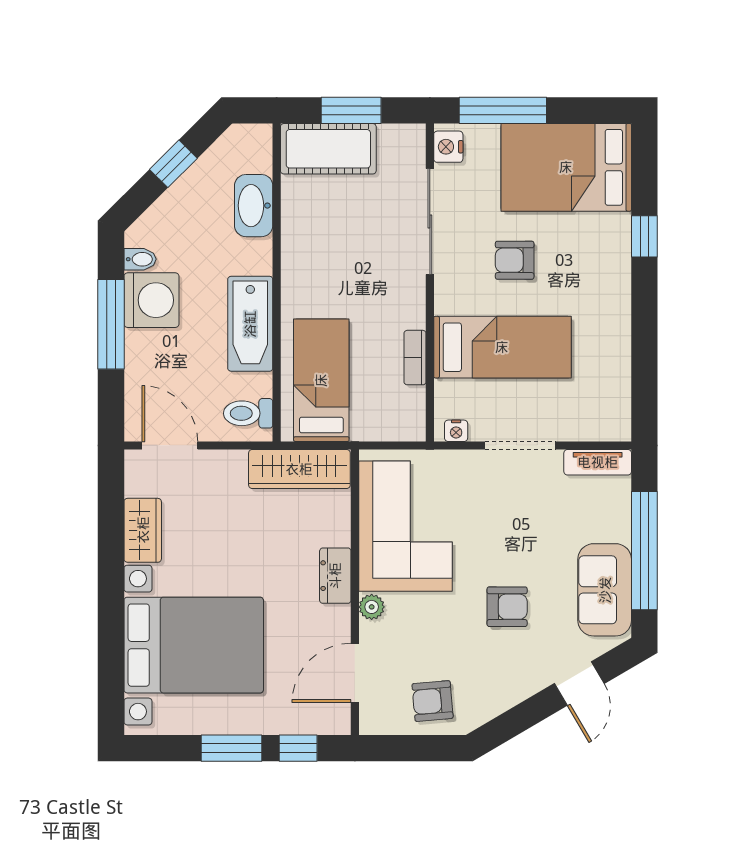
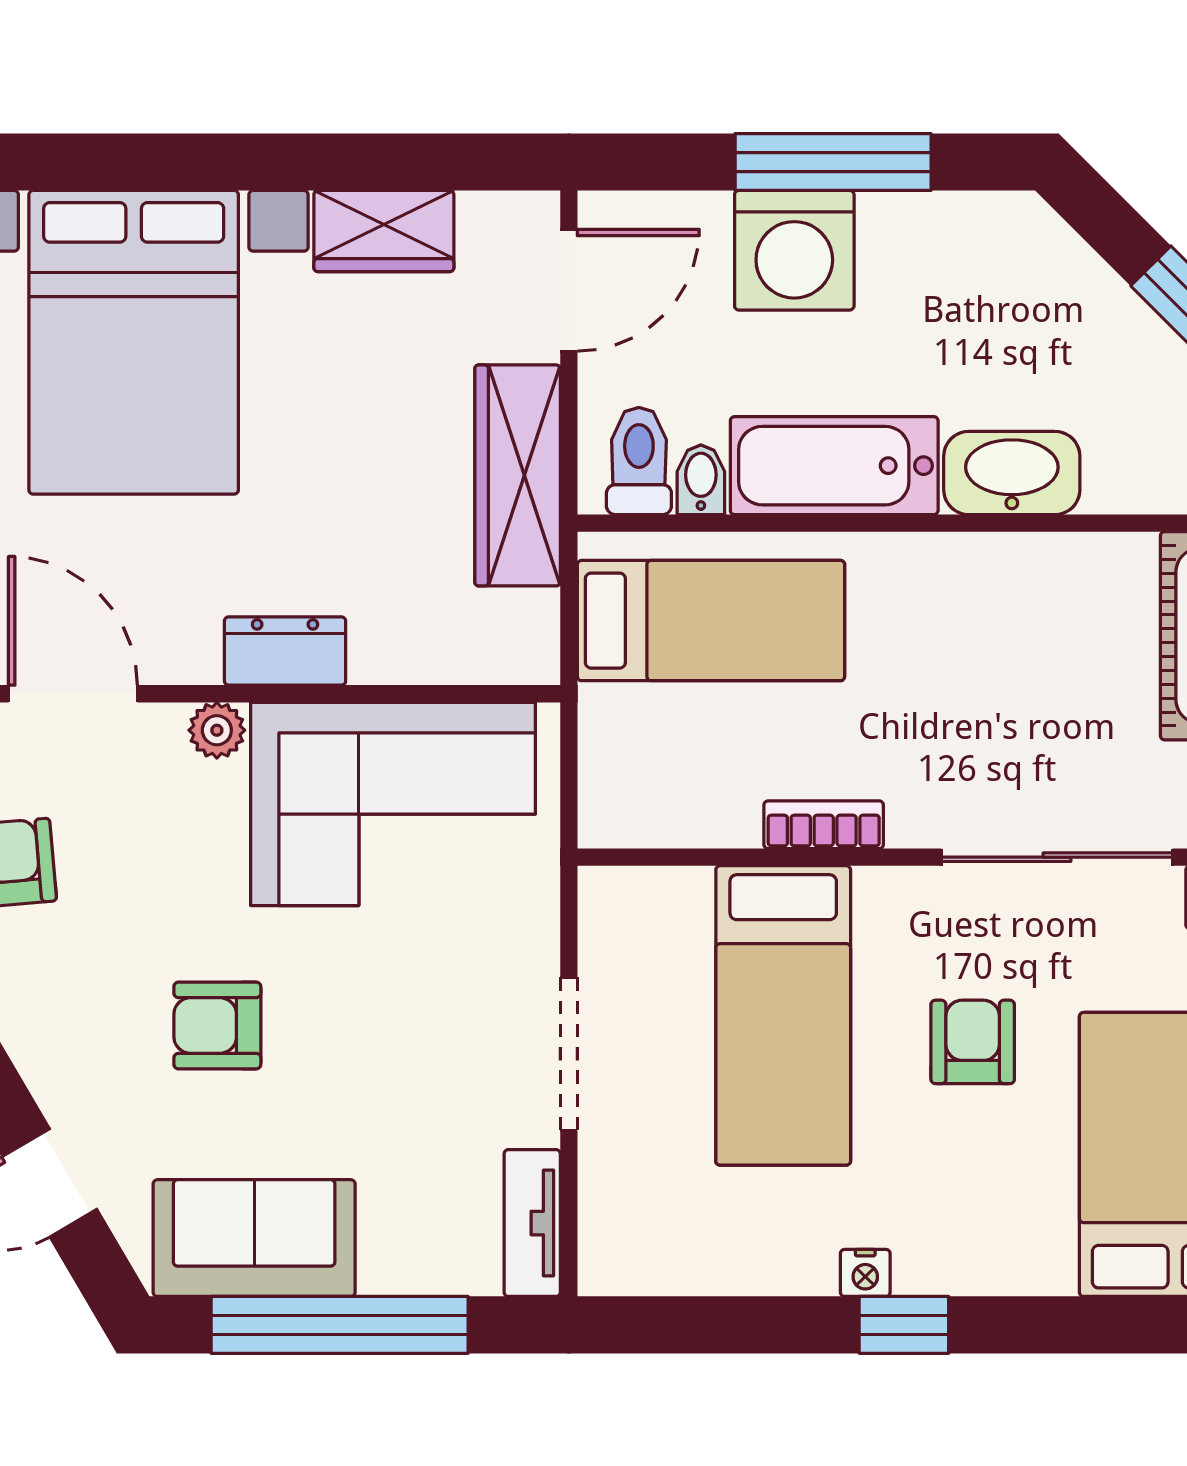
washbasin: (254, 206) -> (1012, 473), moved
window: (644, 236) -> (904, 1325), moved
bidet: (140, 259) -> (701, 480), moved, turned 180
washing machine: (151, 300) -> (794, 250), moved
bookcase: (415, 358) -> (824, 825), moved
nightstand: (456, 431) -> (865, 1273), moved, turned -90
wardrobe: (299, 469) -> (518, 475), moved
armchair: (507, 607) -> (217, 1026), turned 90

